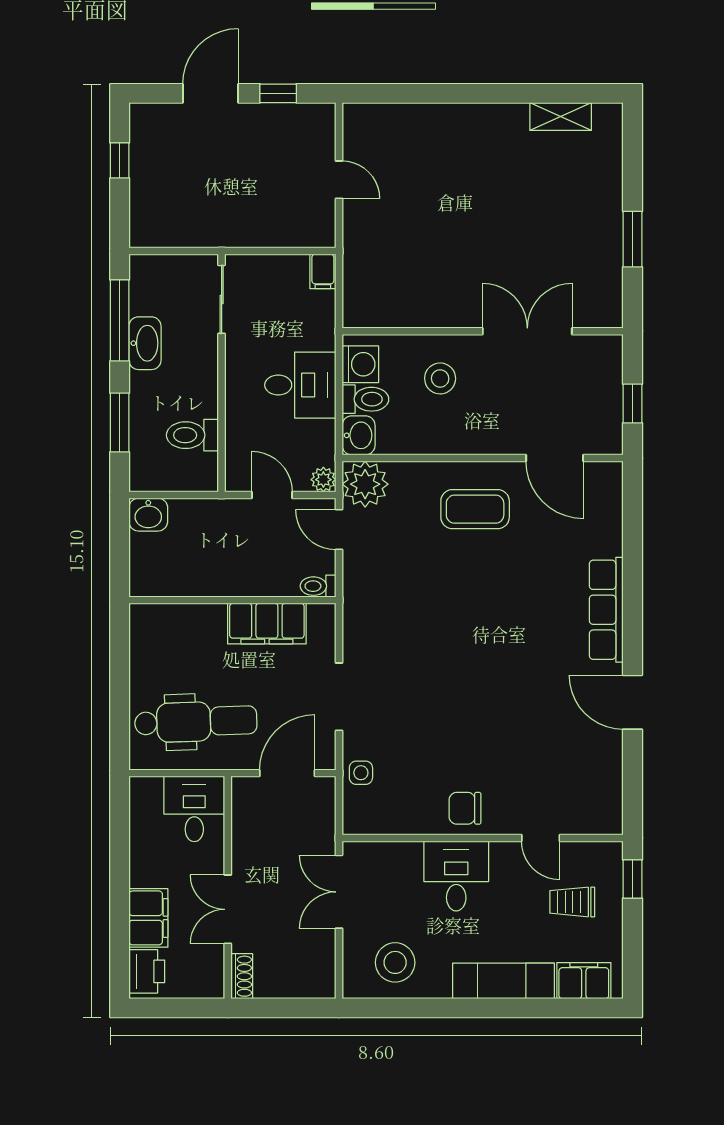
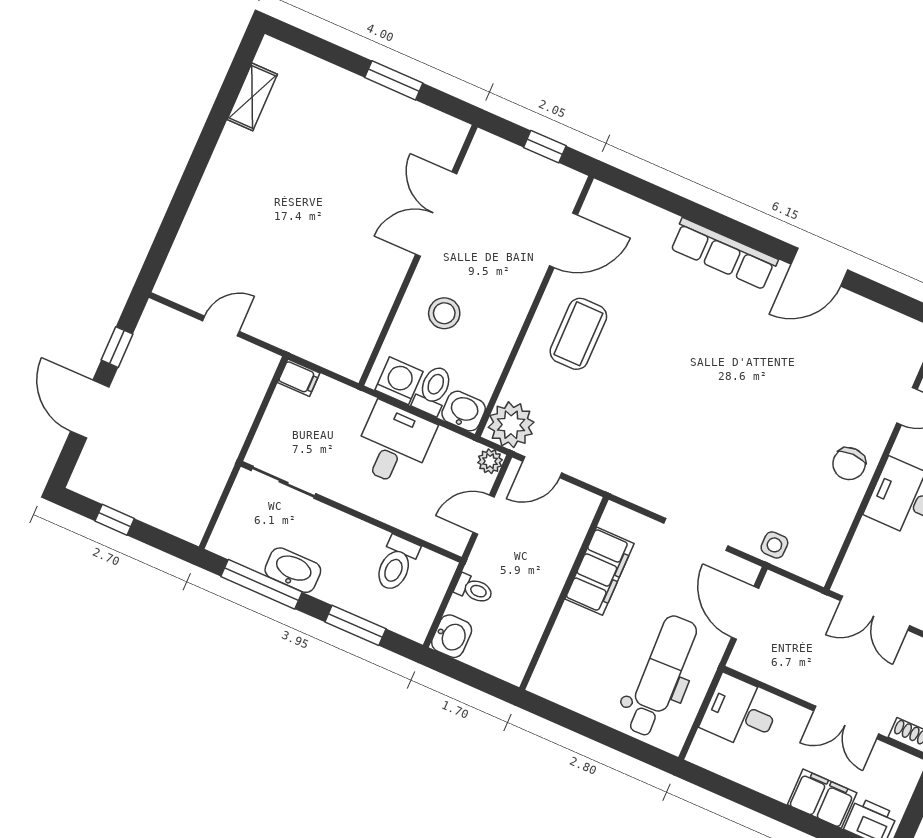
toilet: (318, 586) -> (474, 589), moved, turned -90

